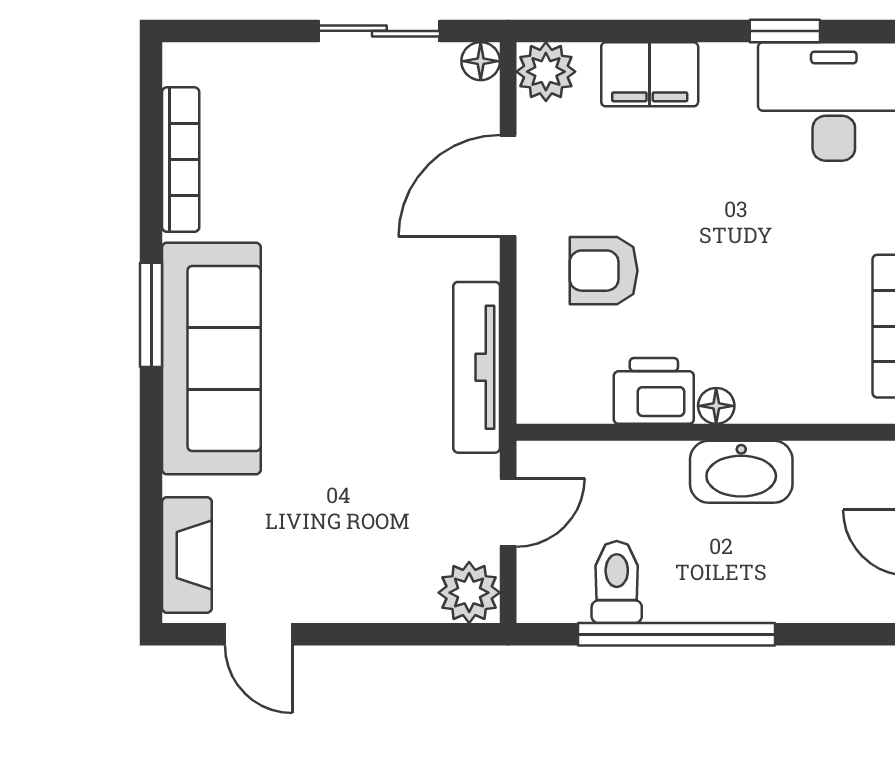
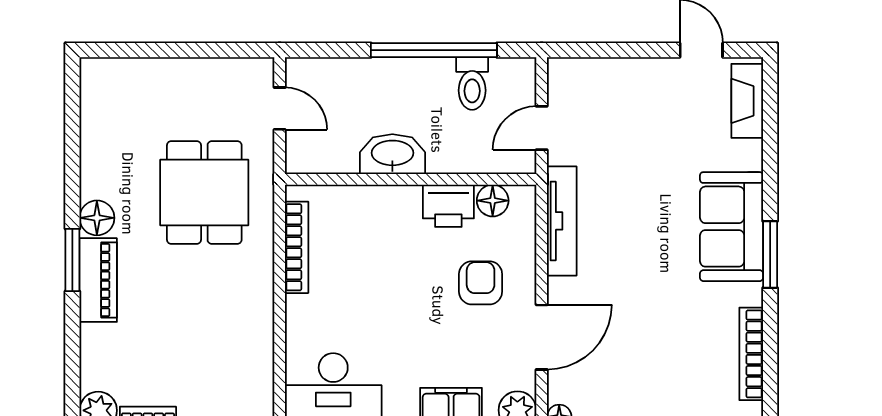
armchair: (604, 271) -> (481, 283), turned -90
sofa: (211, 359) -> (732, 227), width x0.73
floor lamp: (716, 406) -> (493, 201), moved, width x1.37, depth x1.37
plant: (469, 593) -> (567, 77), removed

